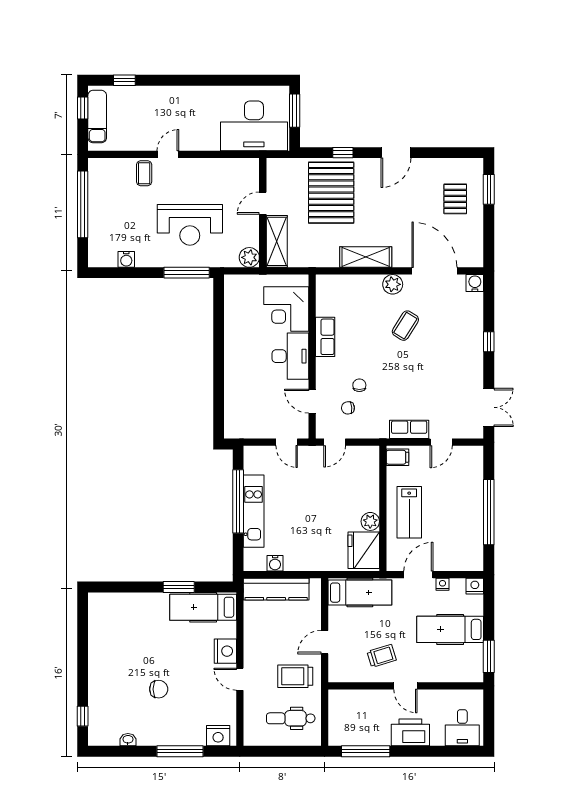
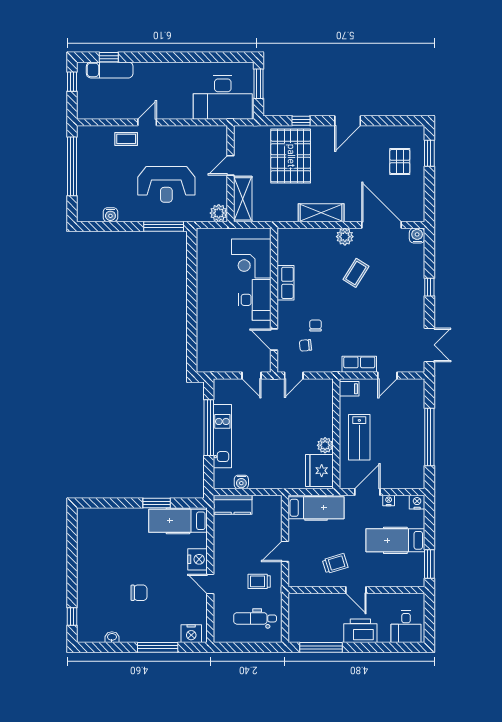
exam couch: (97, 117) -> (110, 70), moved, turned 90
coffee table: (144, 173) -> (126, 139), turned 90
kitchen counter: (276, 589) -> (233, 505), width x0.67
trolley: (295, 676) -> (259, 581), width x0.73, depth x0.72

